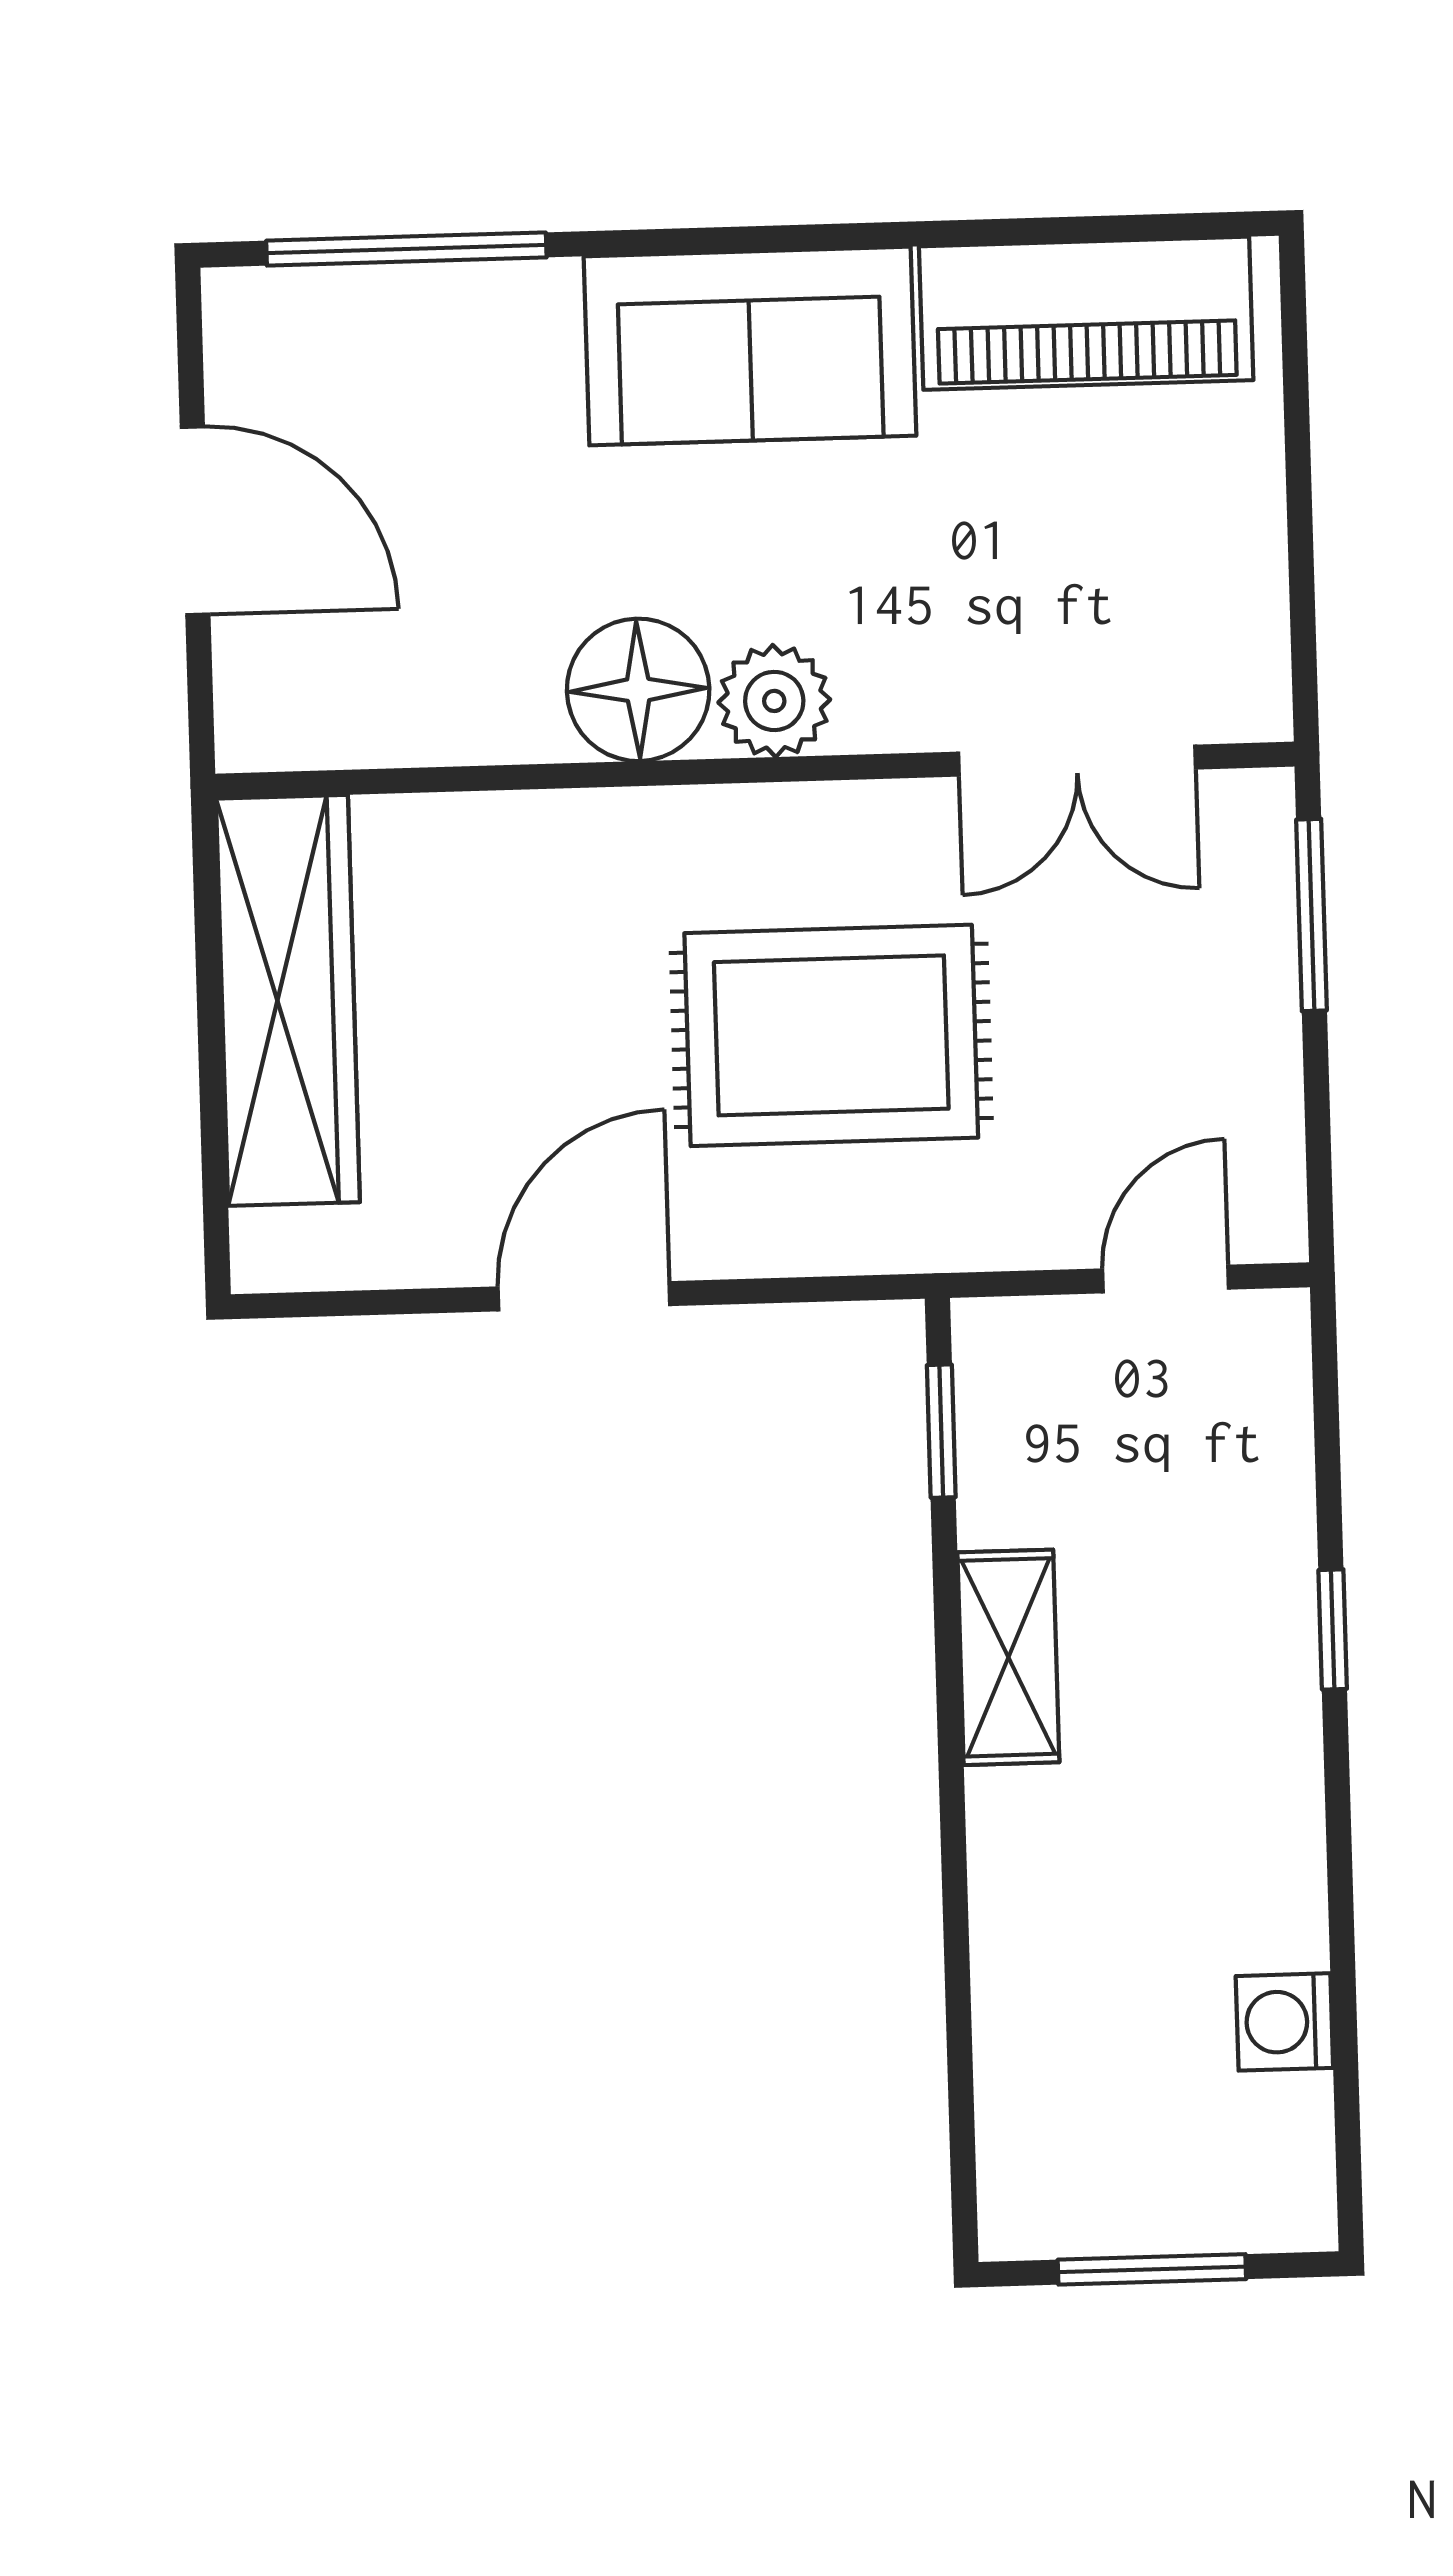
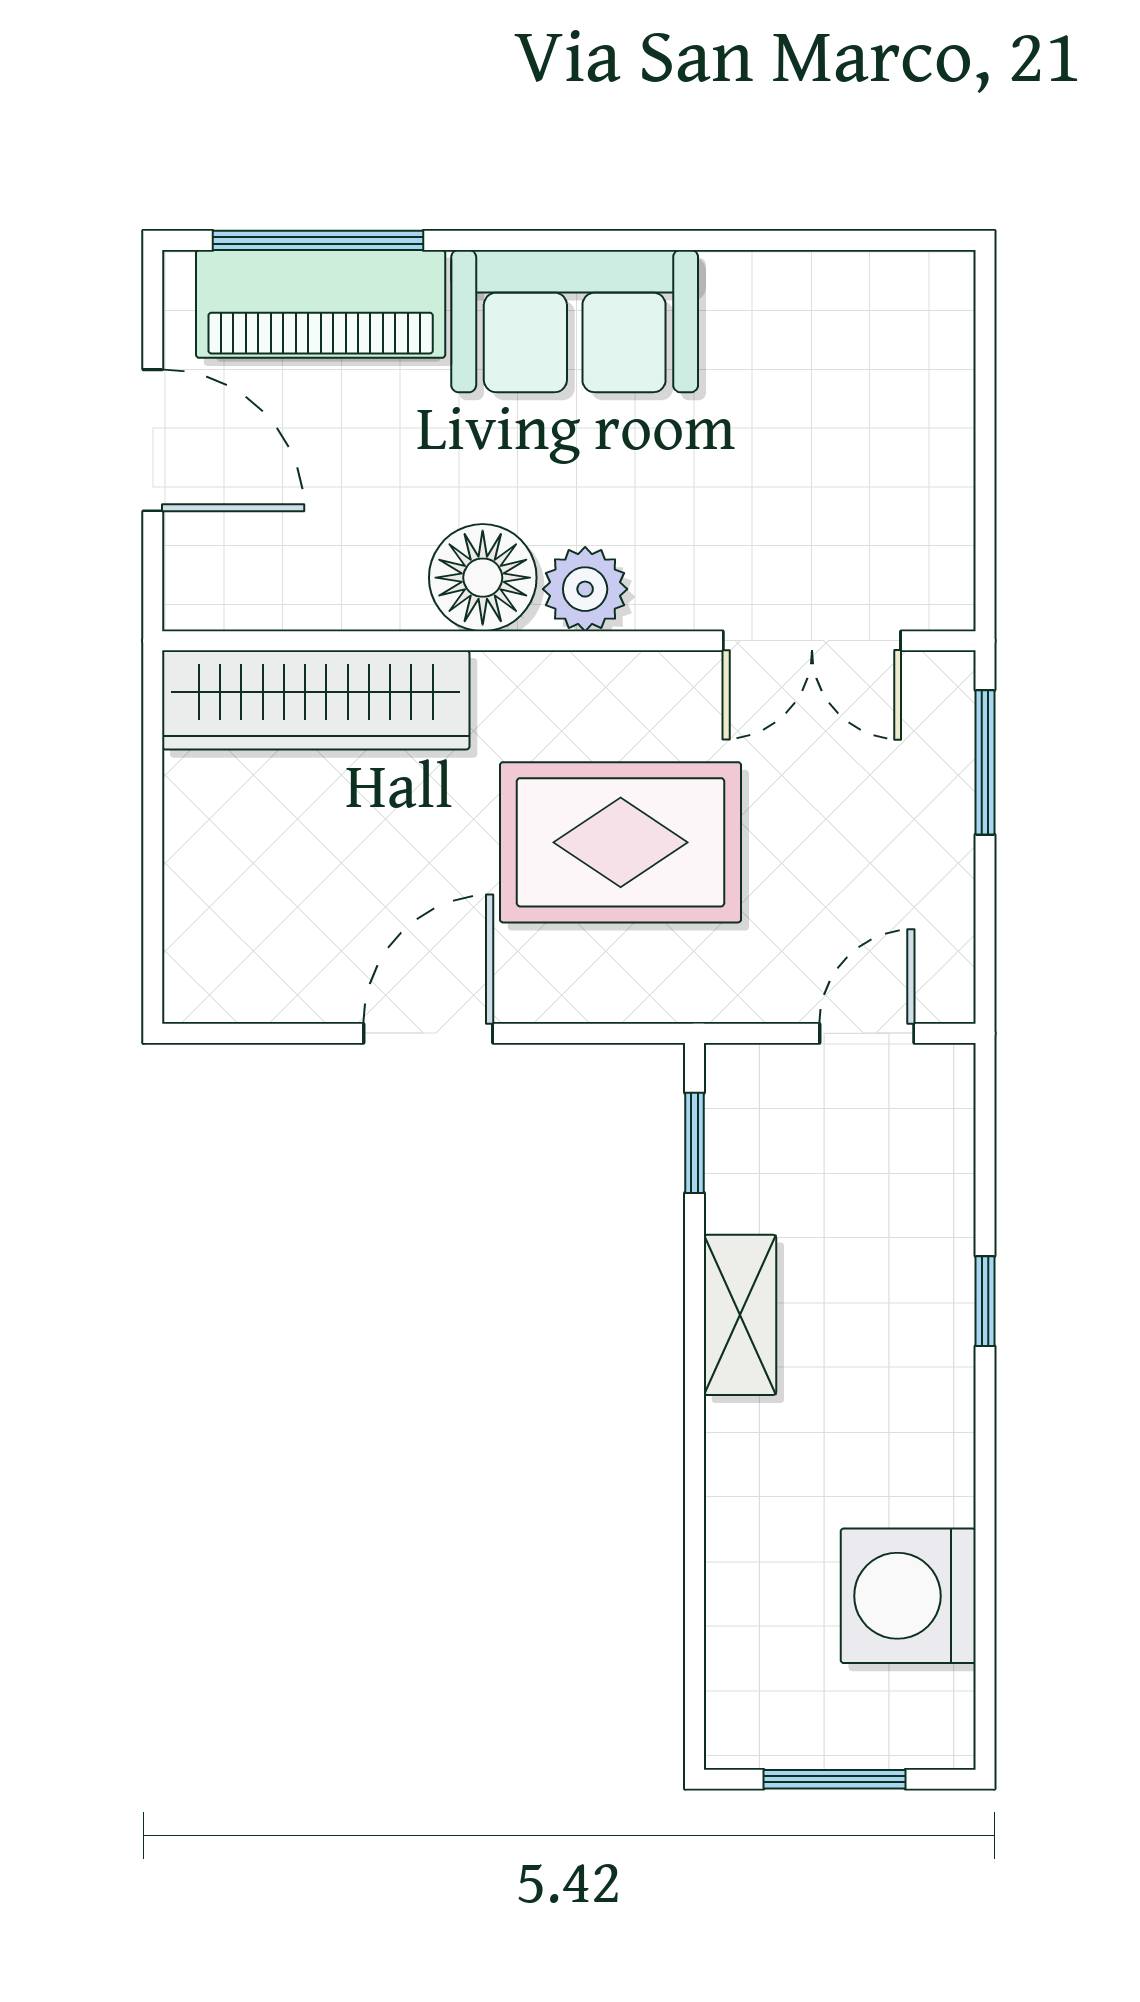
piano: (1086, 313) -> (321, 304), moved
wardrobe: (288, 1000) -> (316, 700), moved, turned 90
washing machine: (1284, 2022) -> (908, 1596), width x1.89, depth x1.89

